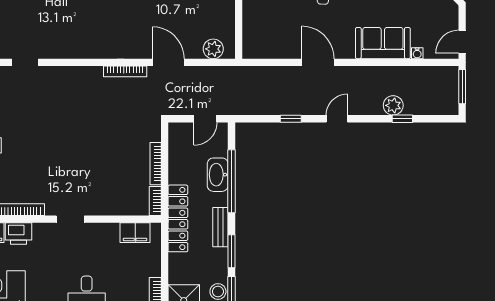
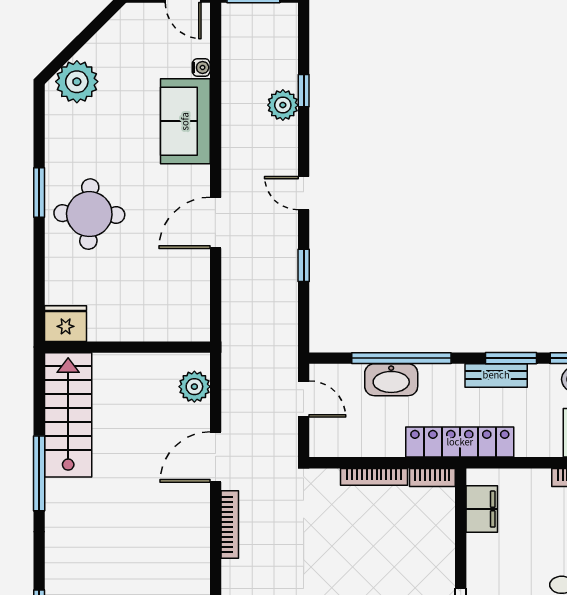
bench: (220, 227) -> (496, 375), moved

